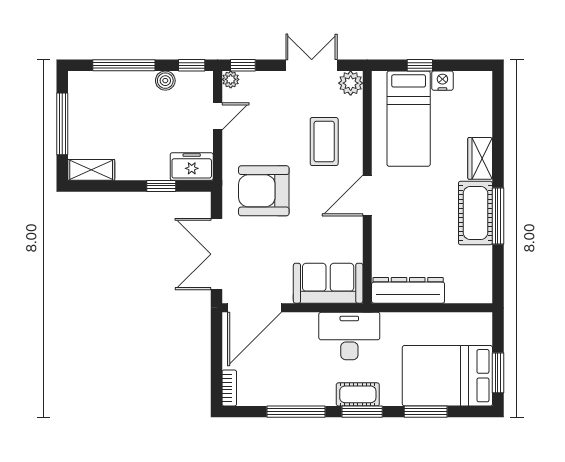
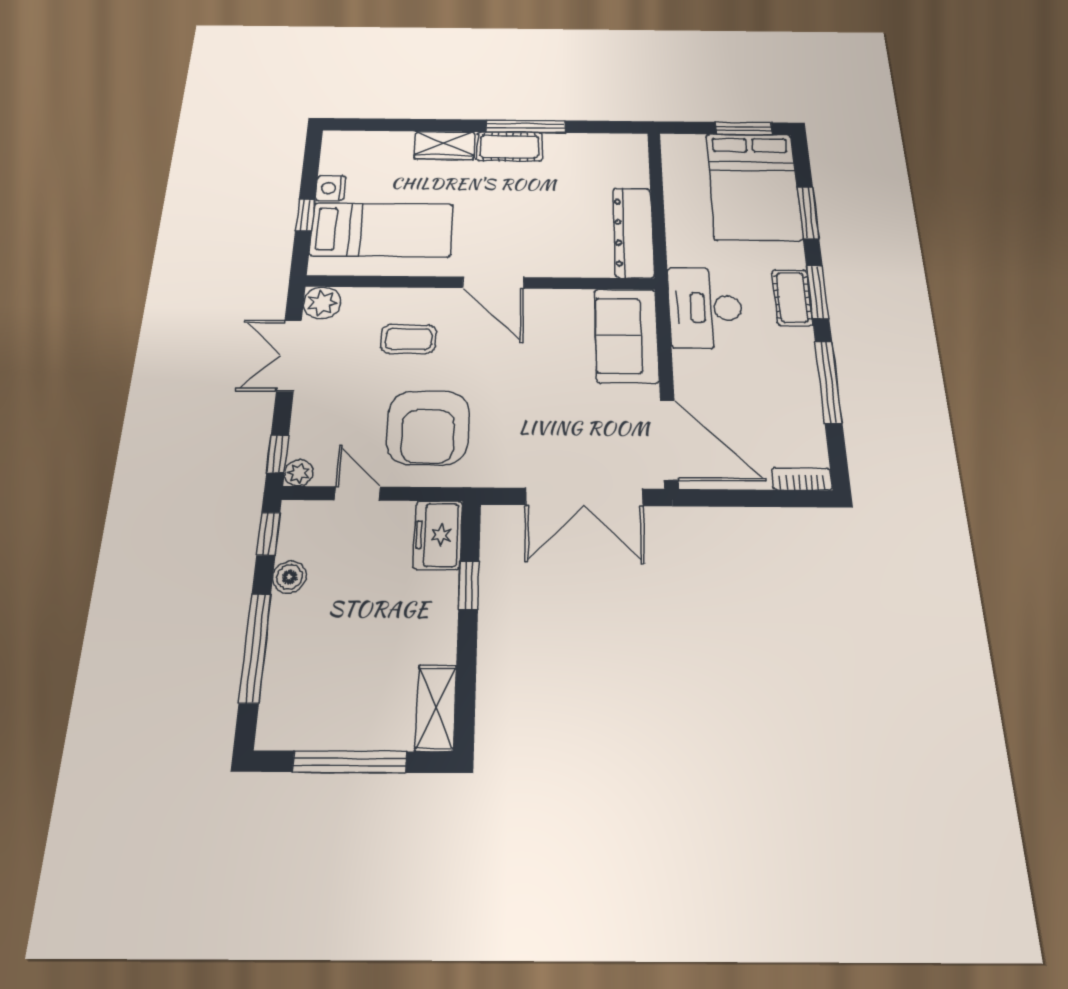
coffee table: (324, 142) -> (409, 339), width x0.73, depth x0.77
armchair: (264, 191) -> (428, 427), moved
cot: (475, 213) -> (509, 147), width x0.73, depth x0.75

